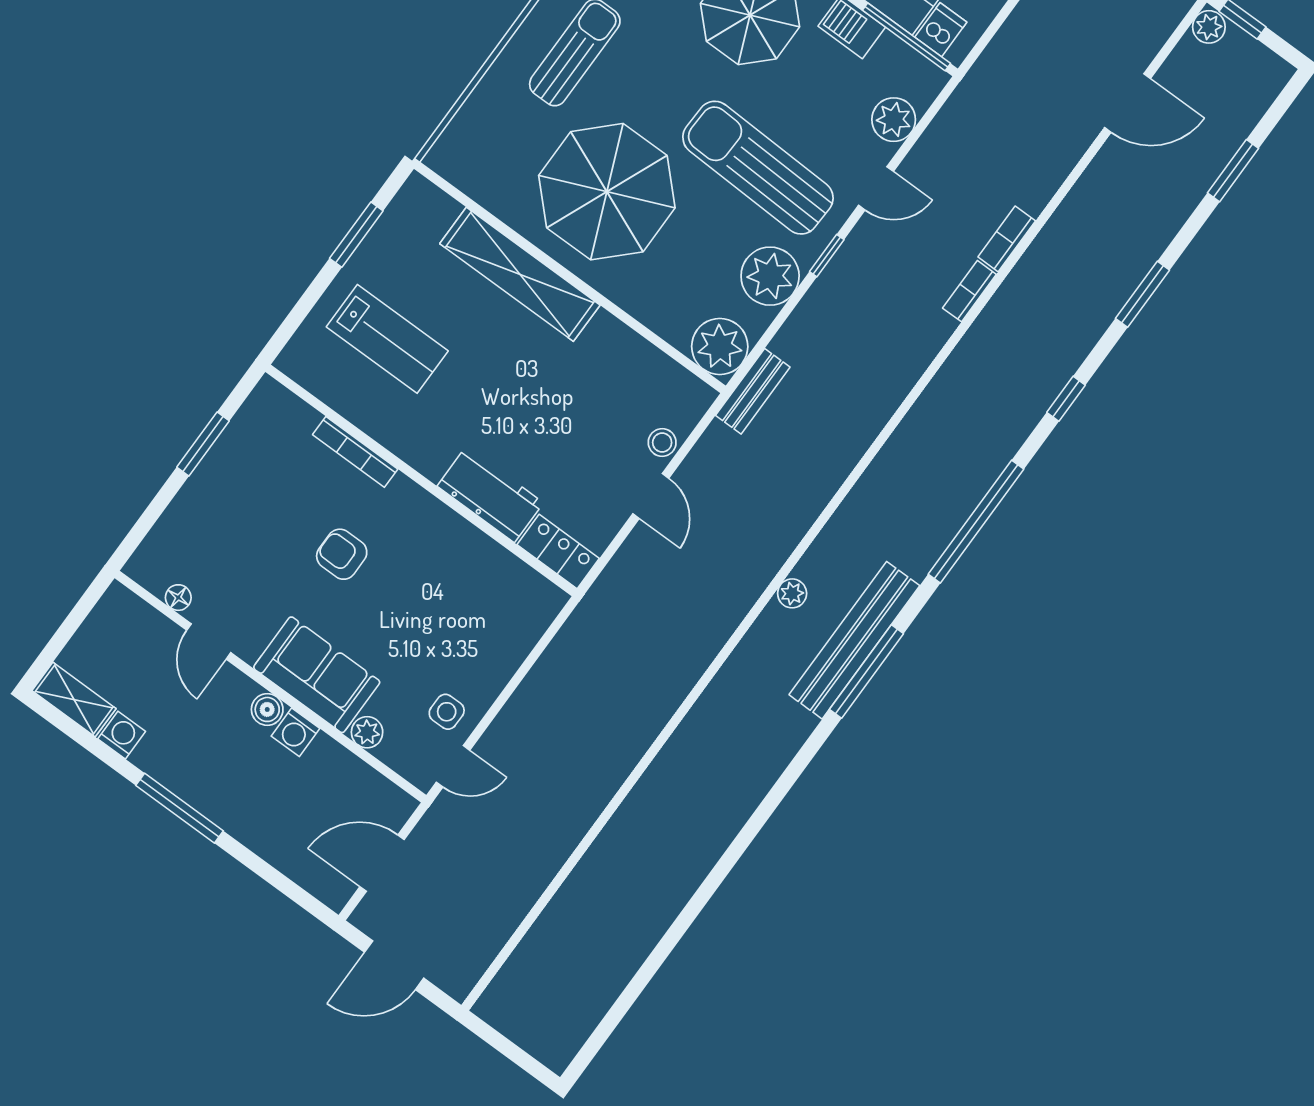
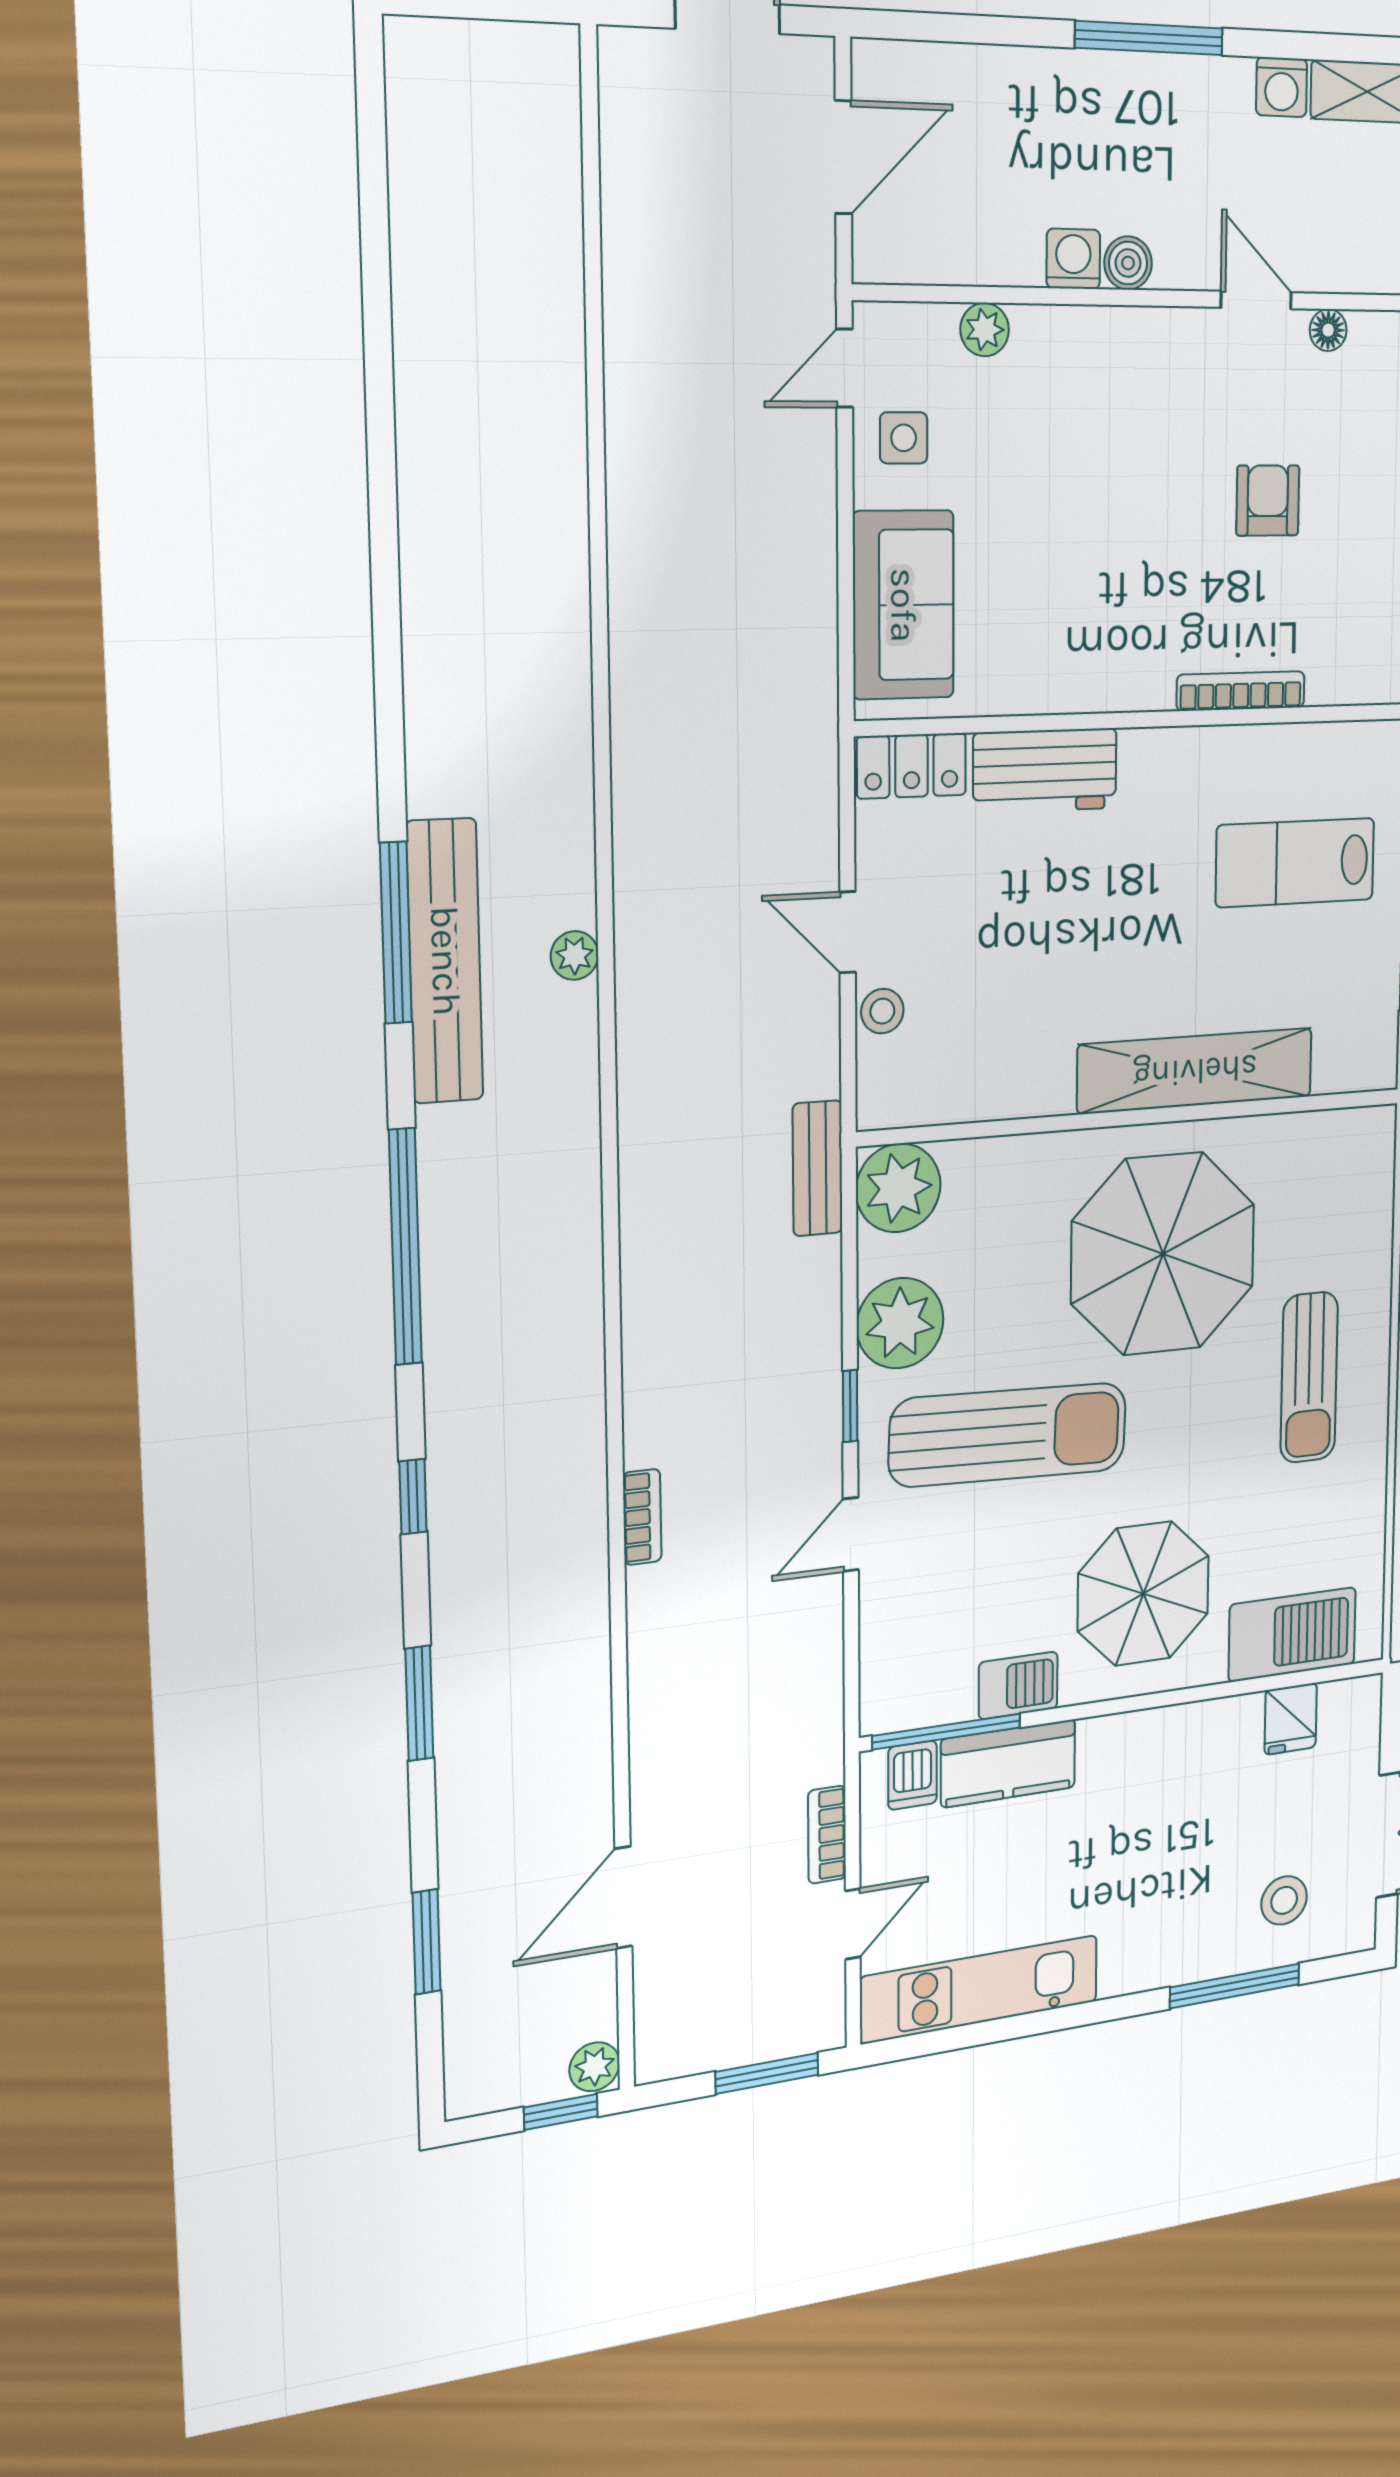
plant: (894, 120) -> (890, 1629), removed
bookcase: (1007, 239) -> (827, 1835), moved, turned 180
armchair: (342, 554) -> (1268, 500), moved, turned -90
sofa: (317, 675) -> (903, 605), moved, turned -90

